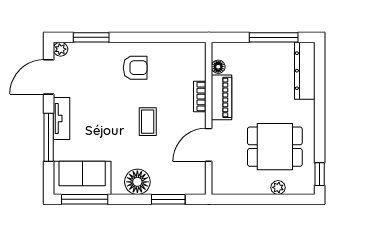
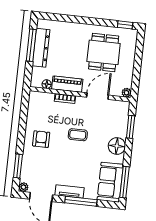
dresser: (305, 71) -> (41, 48), moved, turned -90
door: (209, 145) -> (98, 96), swing flipped
plant: (278, 187) -> (127, 93), moved

